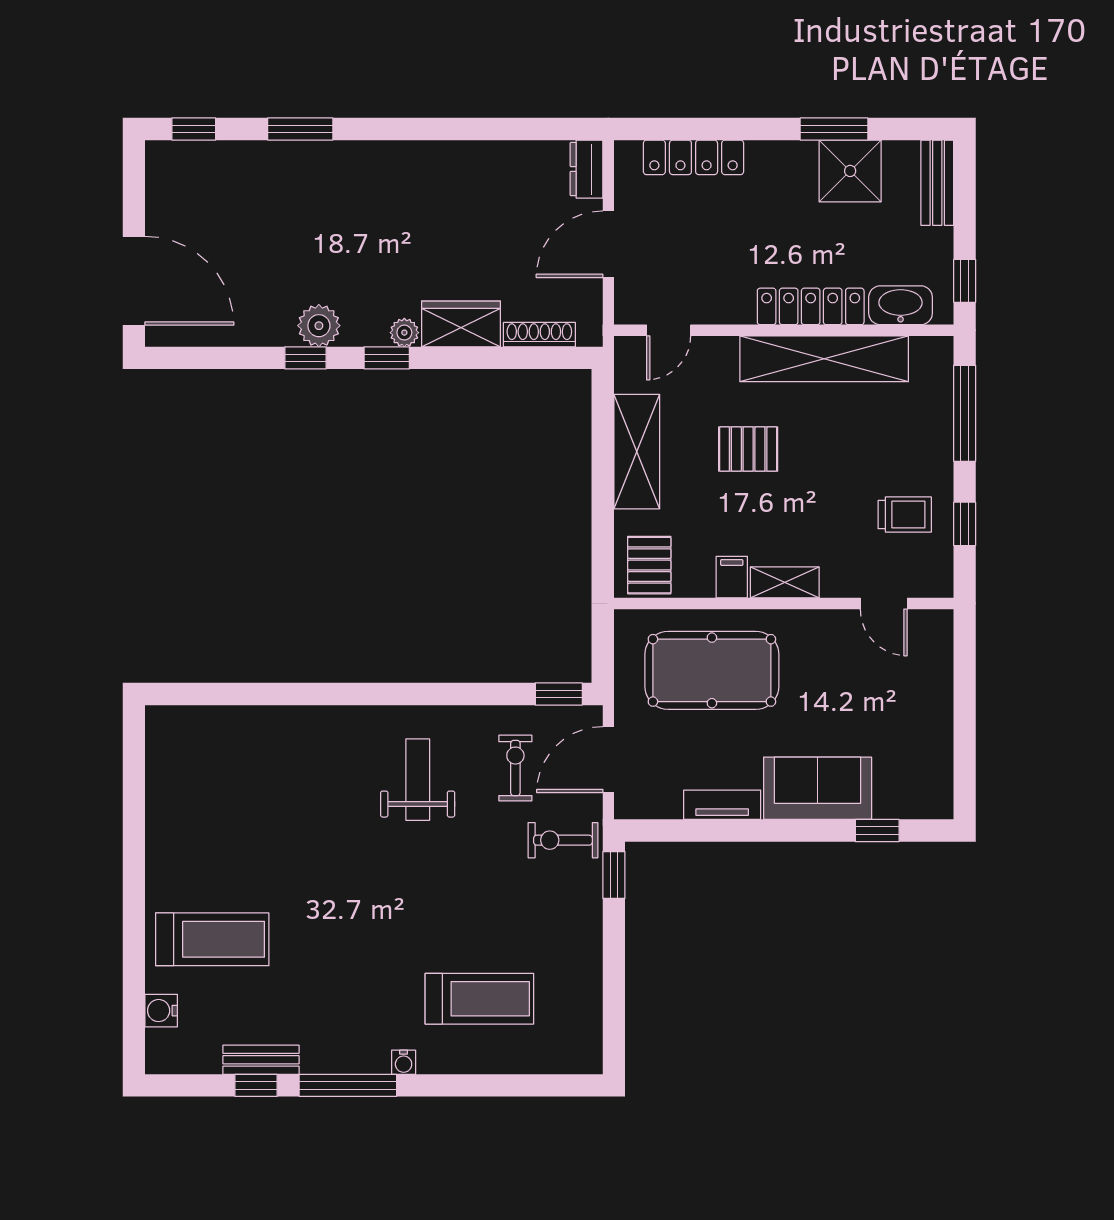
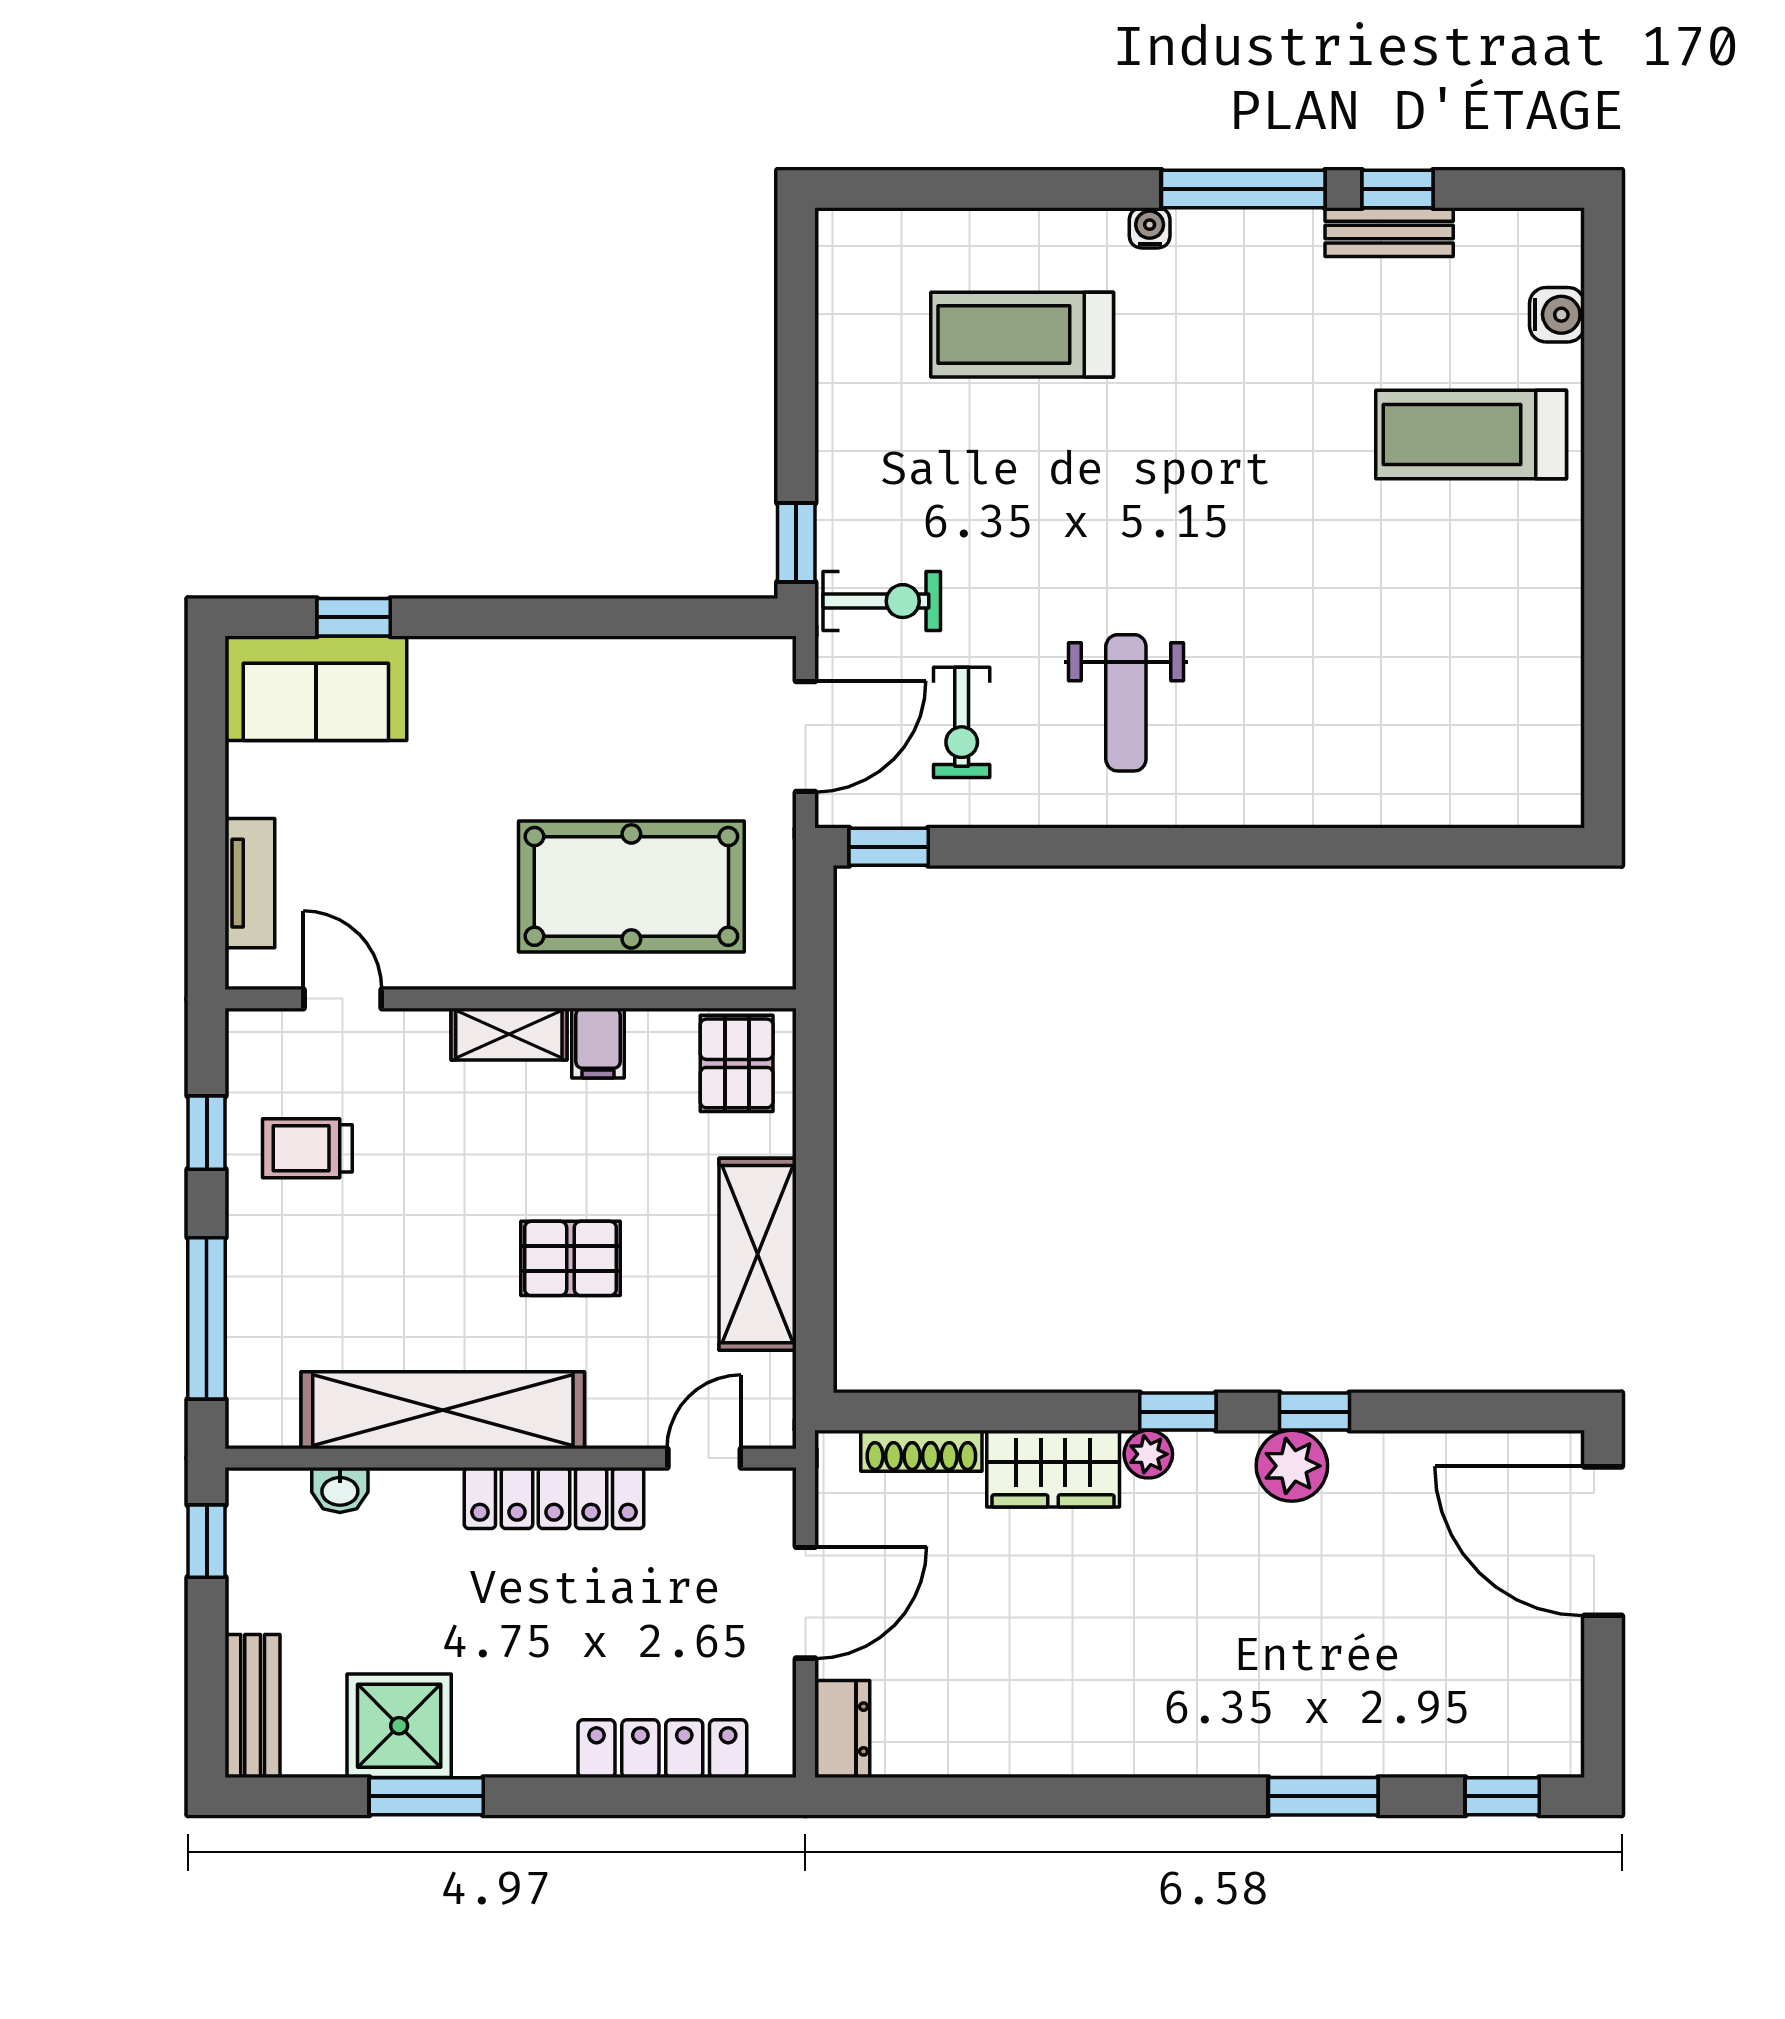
washbasin: (901, 305) -> (340, 1490), width x0.52, depth x0.69
locker: (811, 306) -> (554, 1498), moved
sofa: (818, 788) -> (316, 688), moved
tv unit: (722, 805) -> (250, 883), moved, turned -90

